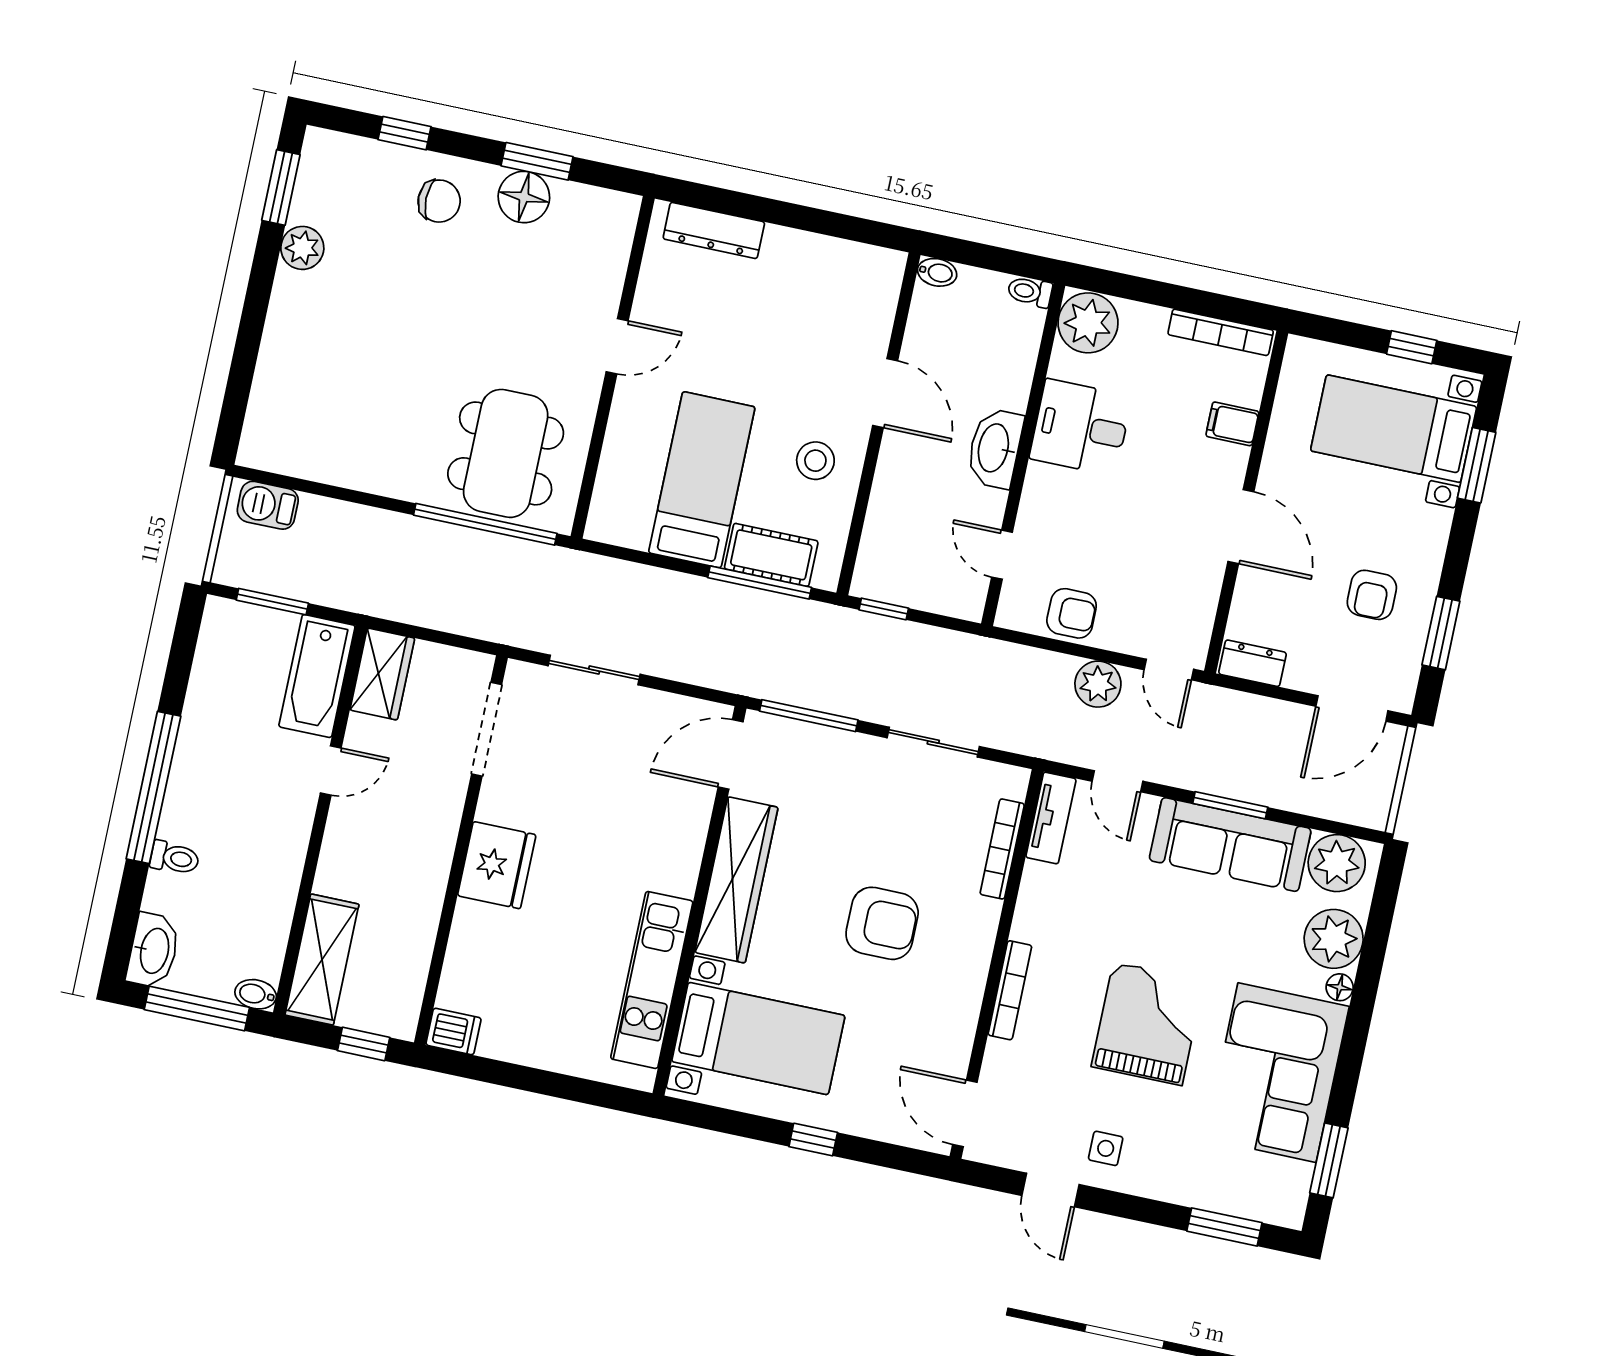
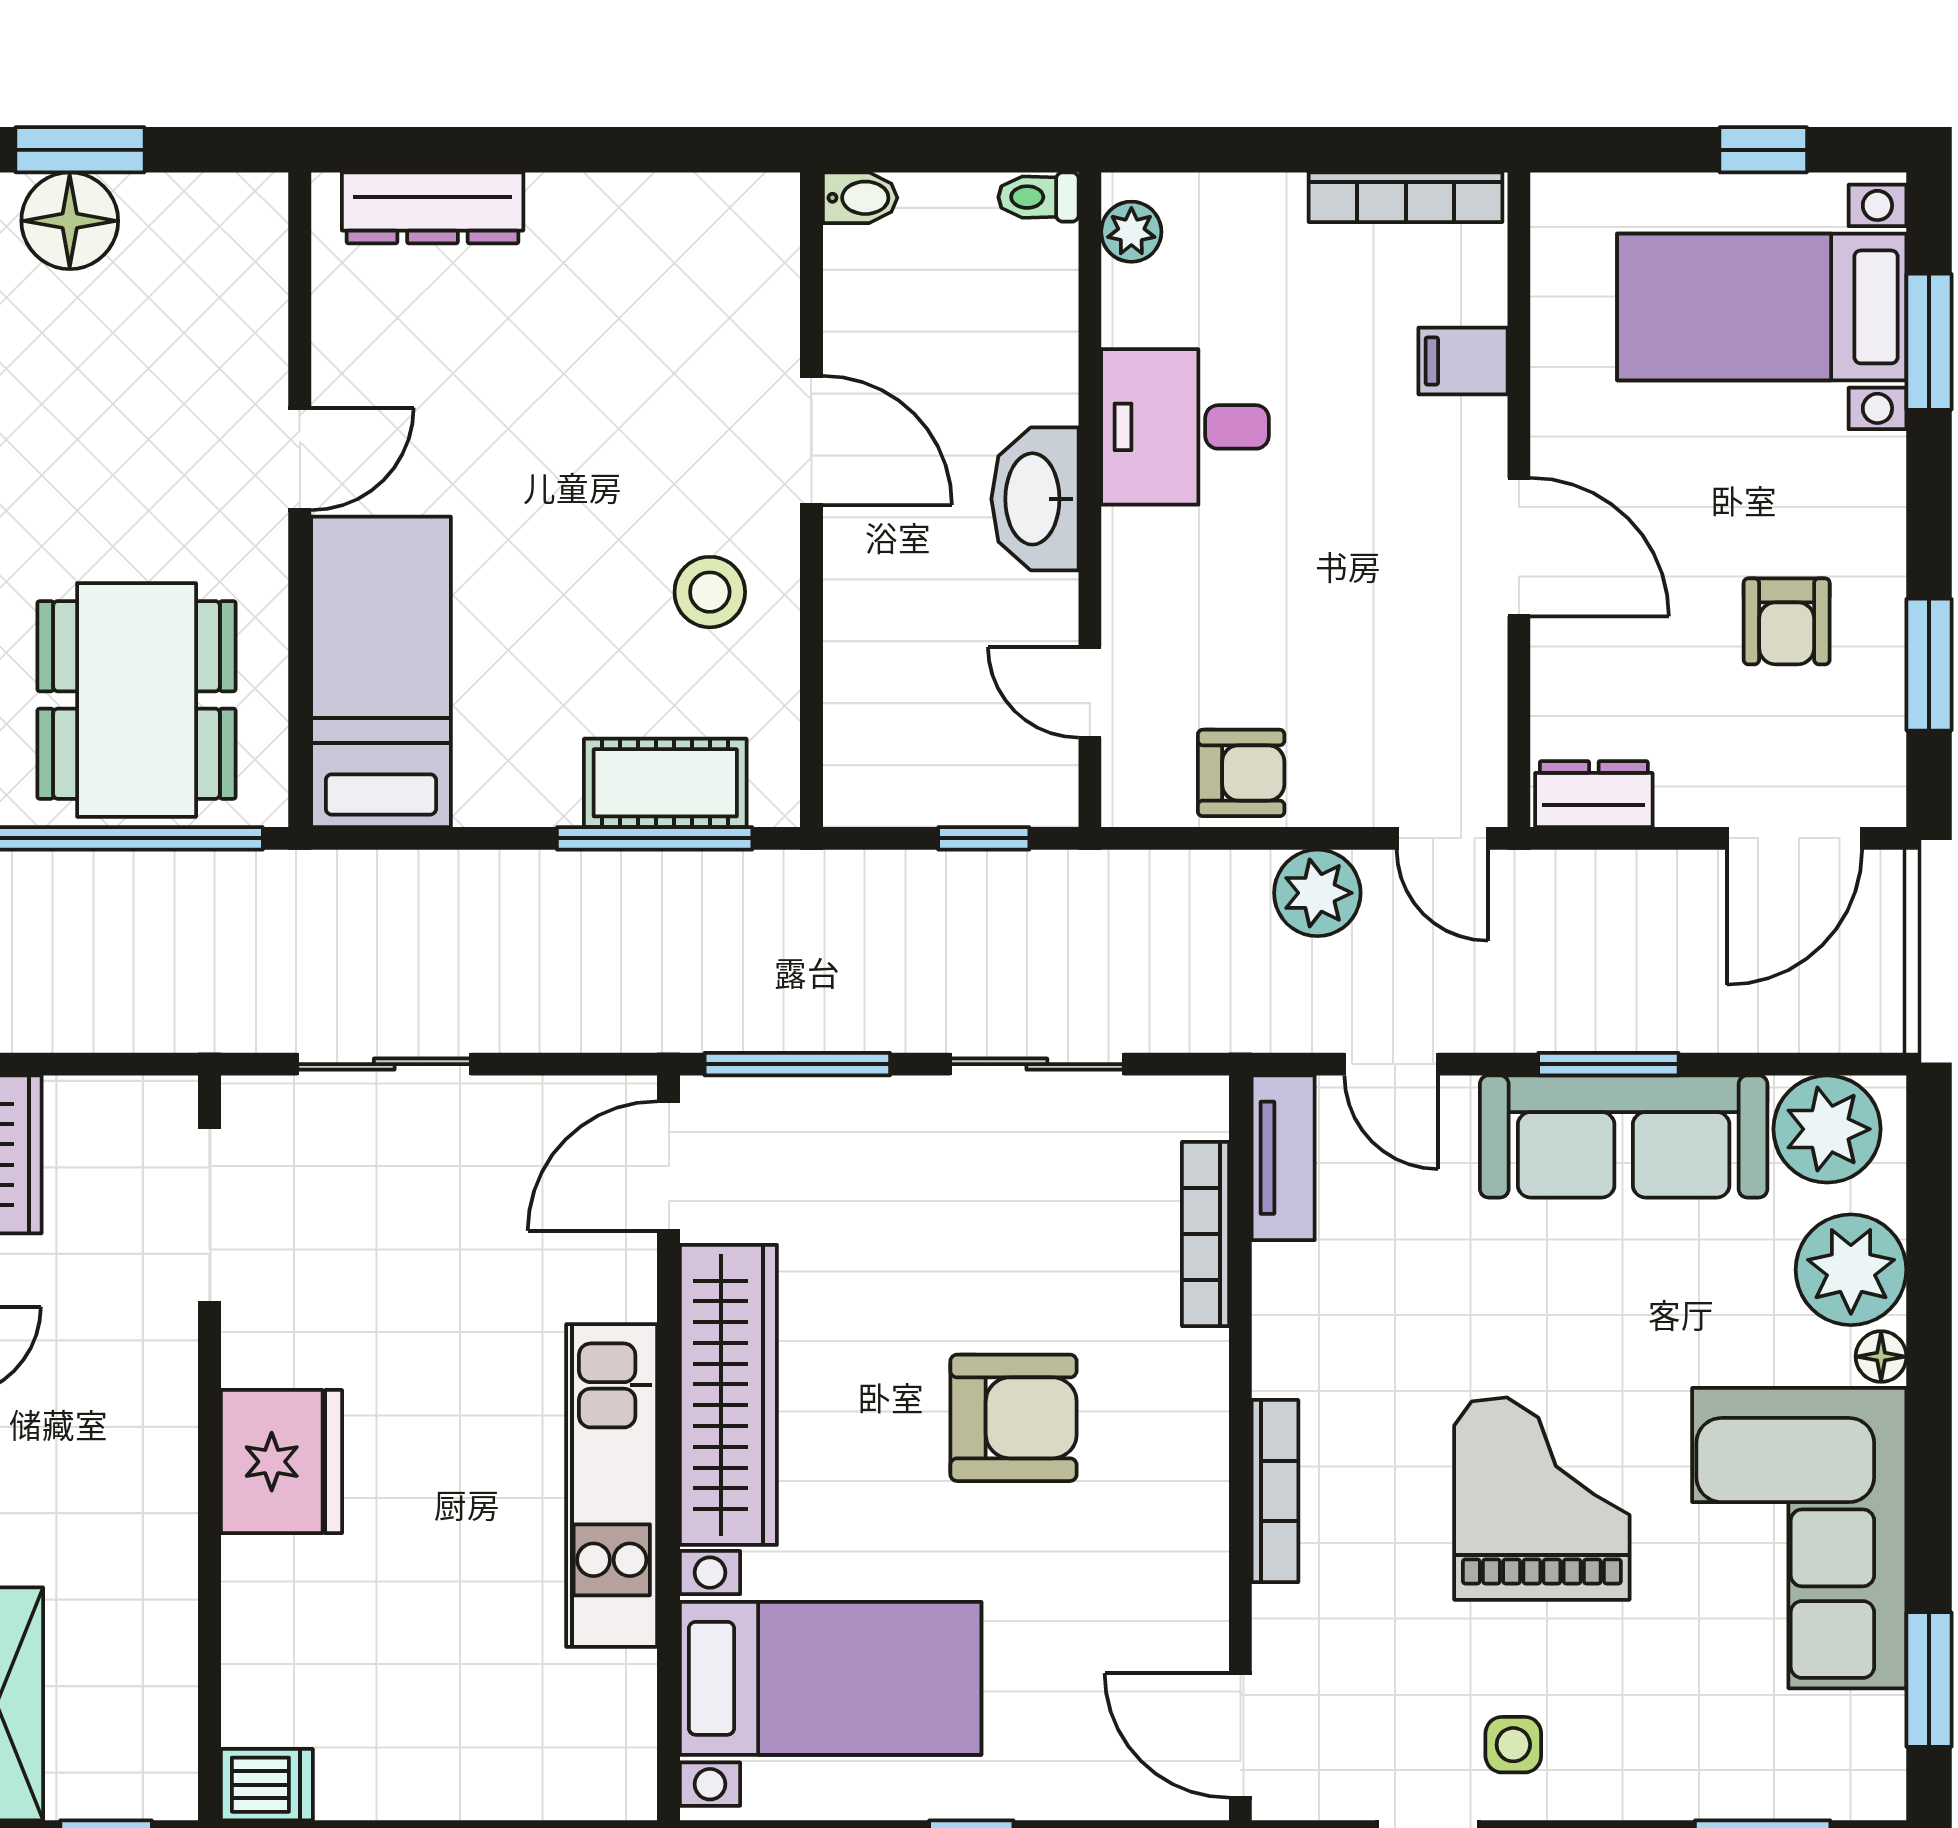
plant: (1088, 323) -> (1131, 232), width x0.53, depth x0.53
bed: (702, 480) -> (381, 672), moved
window: (884, 609) -> (984, 838), moved
kitchen unit: (652, 980) -> (612, 1486), moved

